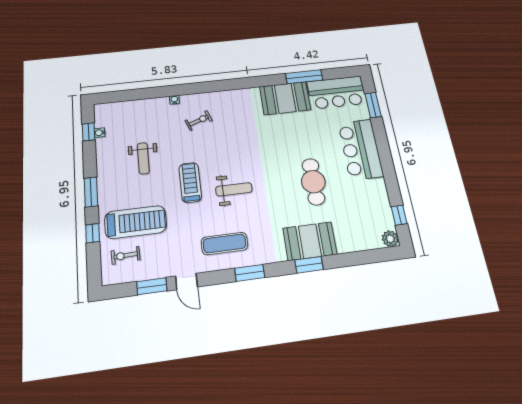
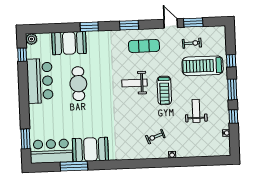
window: (89, 132) -> (233, 116), moved
bar counter: (361, 149) -> (40, 81), moved
booth: (310, 241) -> (69, 43), moved
exercise bike: (126, 255) -> (192, 43), moved

